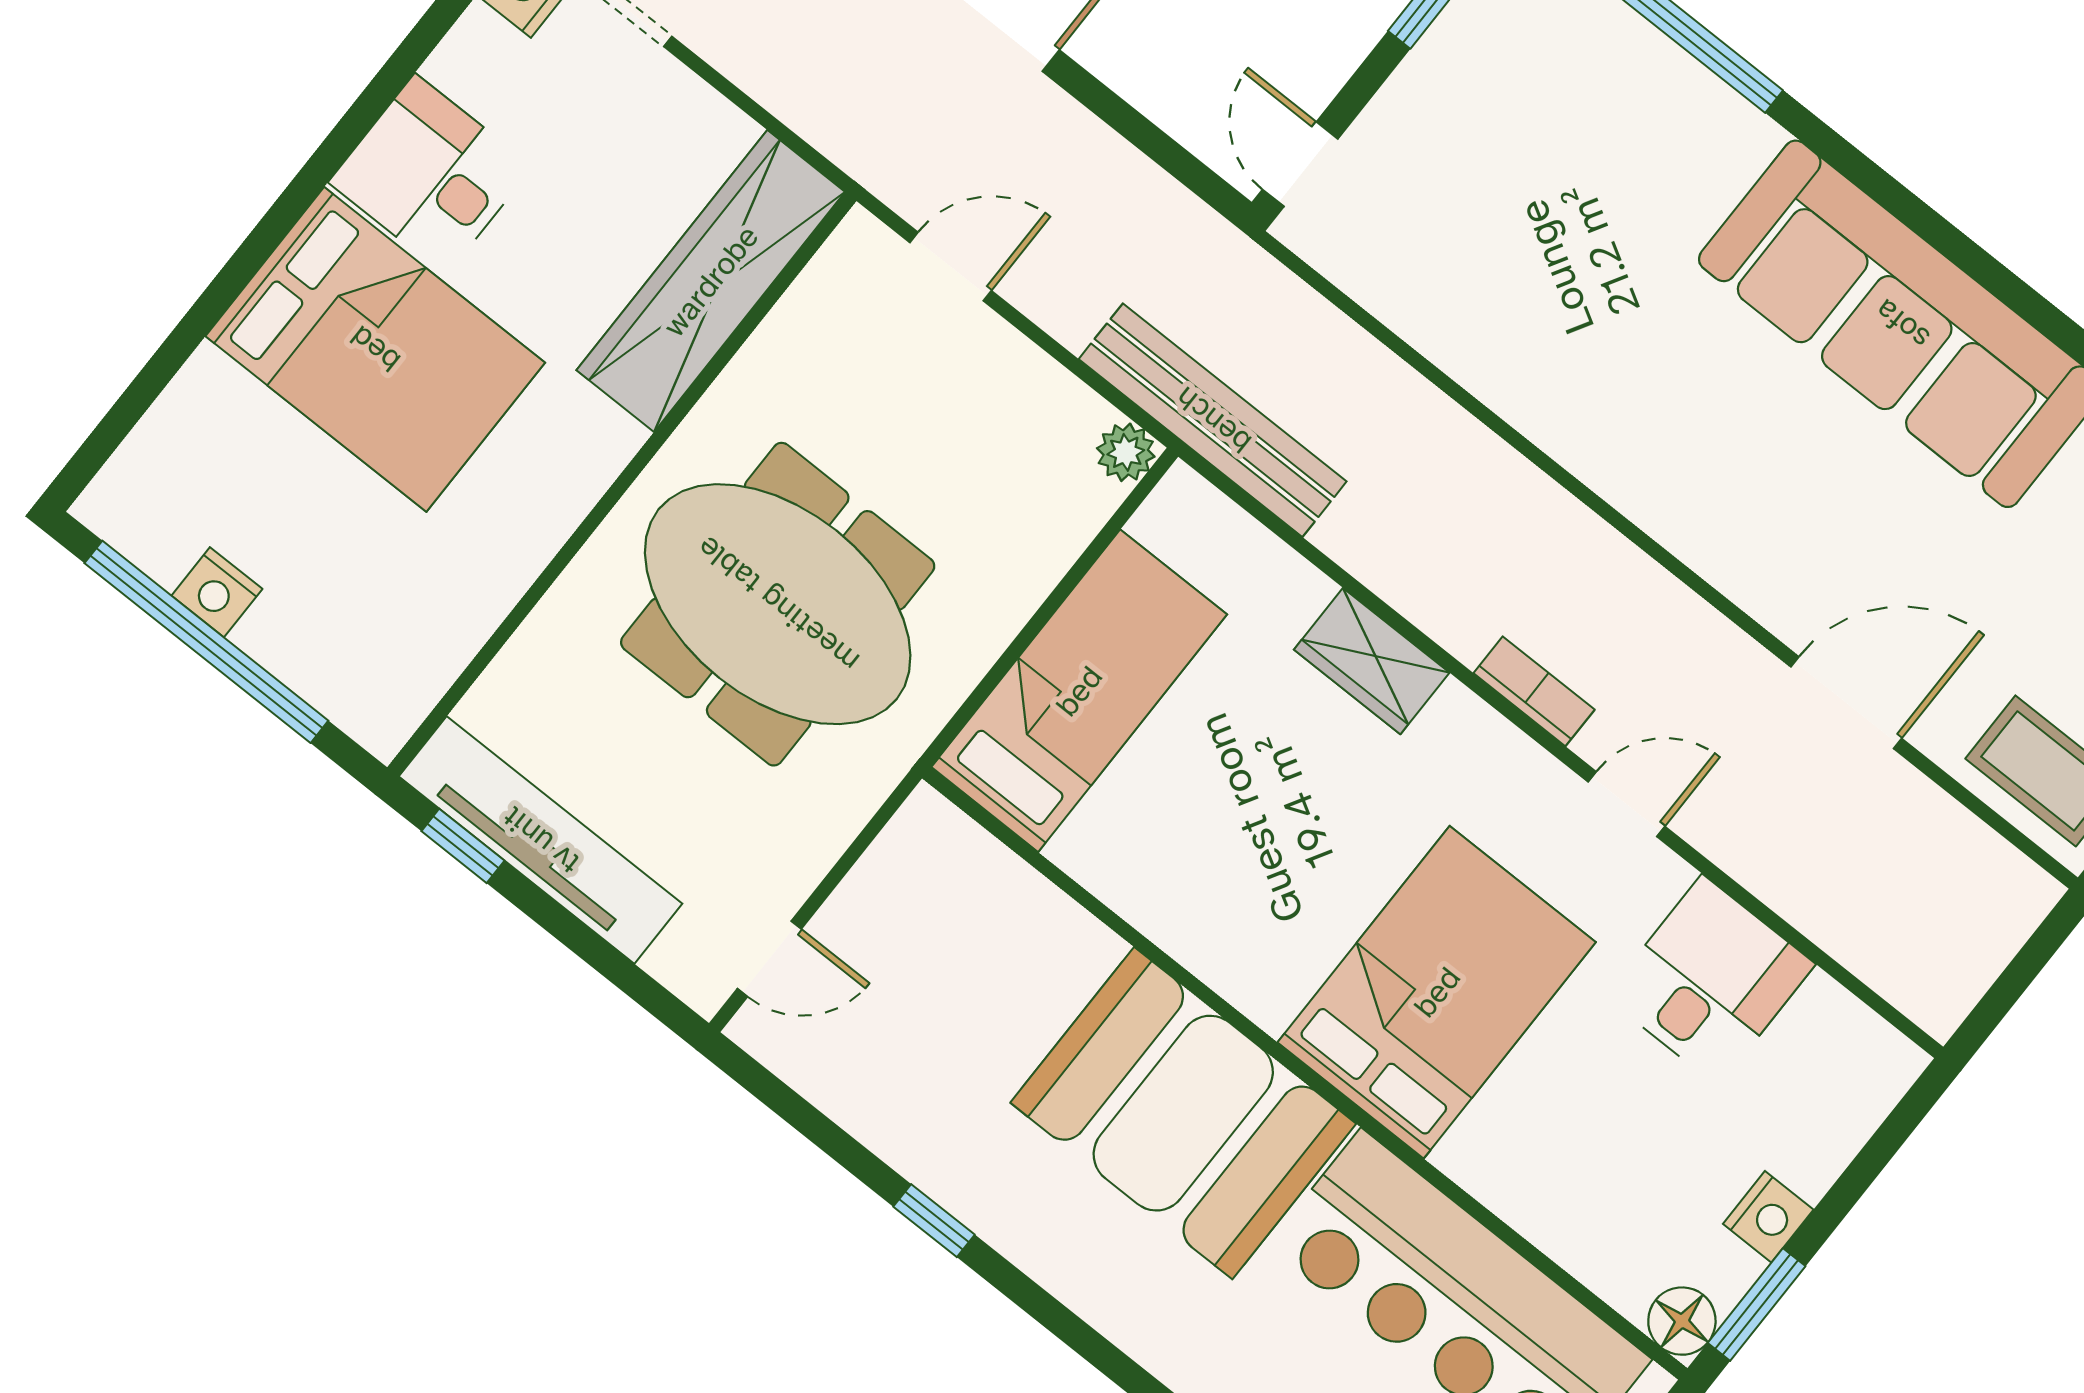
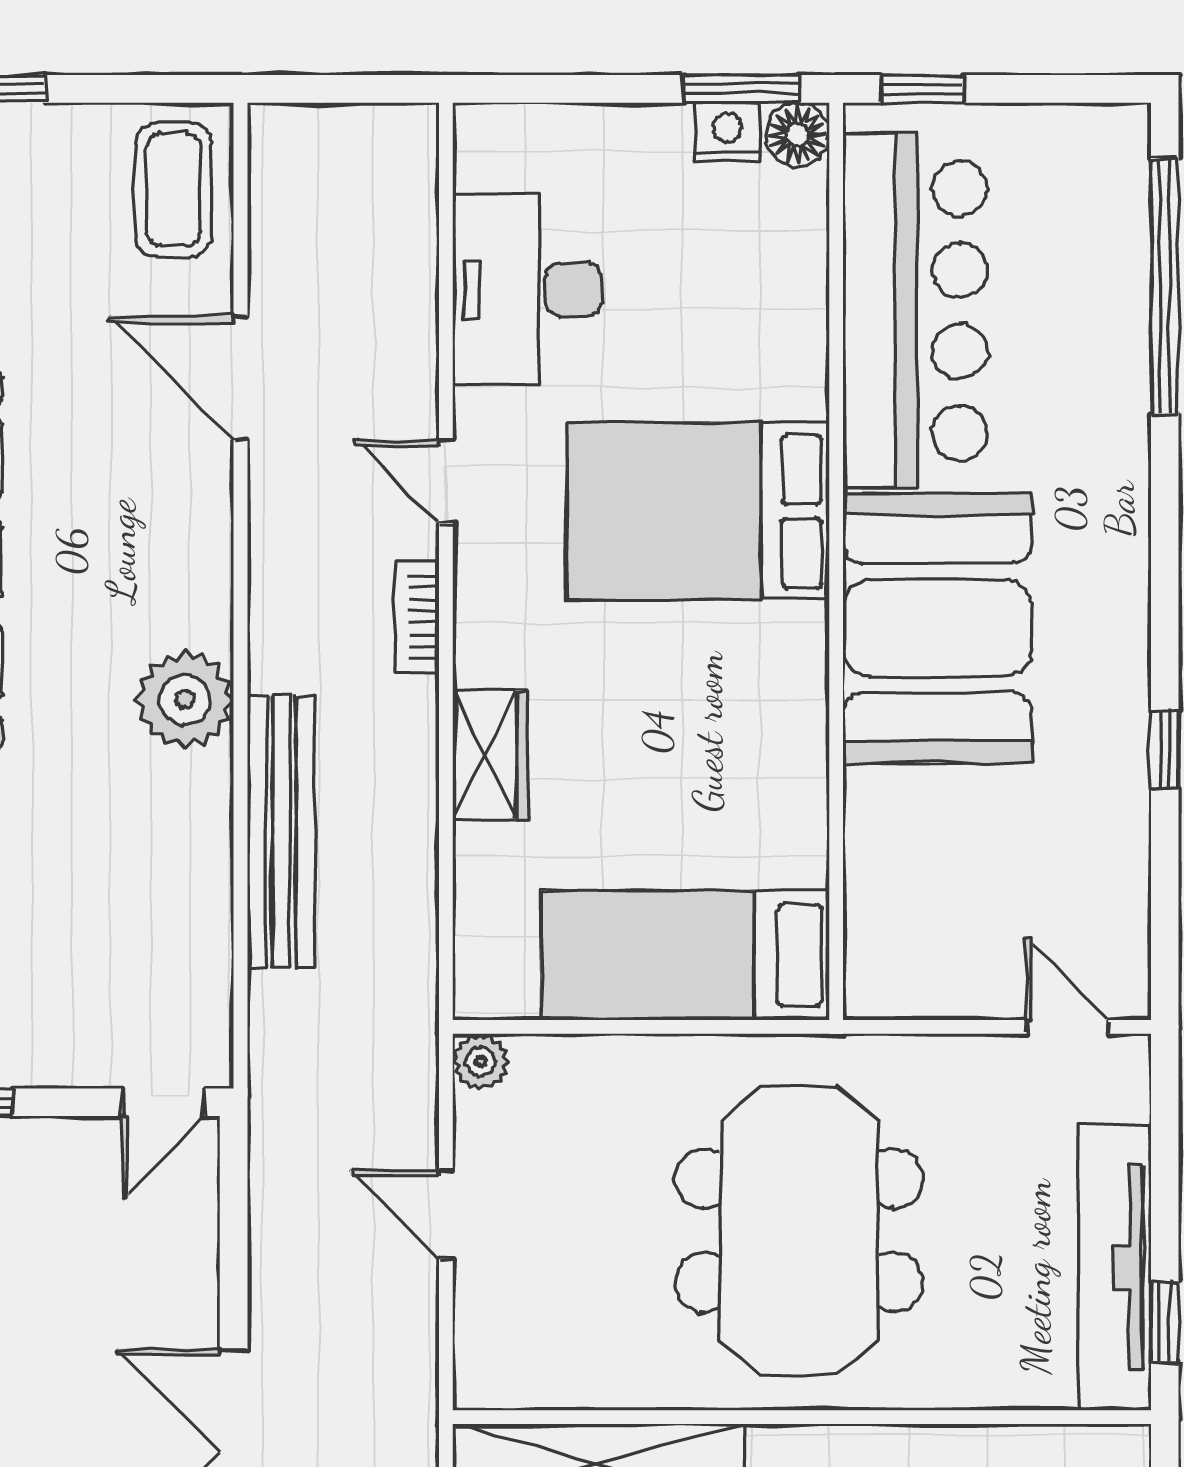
door: (951, 267) -> (446, 1214), moved
bench: (1213, 420) -> (281, 832), moved
plant: (1618, 446) -> (185, 700), added
desk: (1710, 980) -> (527, 289), width x1.37
nightstand: (1768, 1217) -> (728, 132), moved

